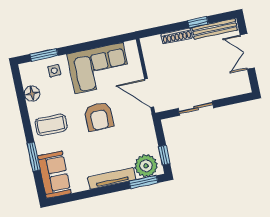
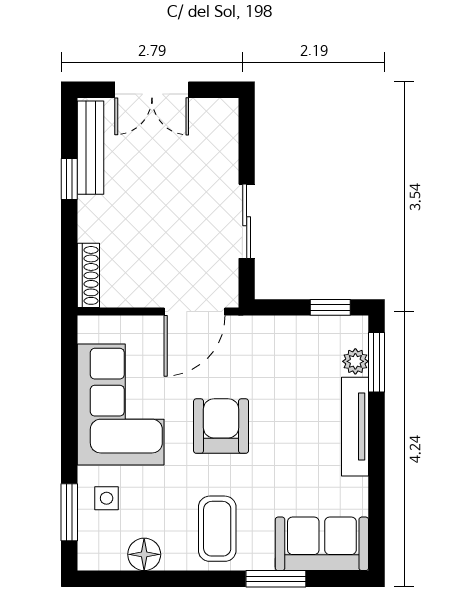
shoe rack: (177, 36) -> (88, 275), moved
armchair: (99, 116) -> (221, 426), turned -90
plant: (146, 166) -> (355, 361), width x0.53, depth x0.53

